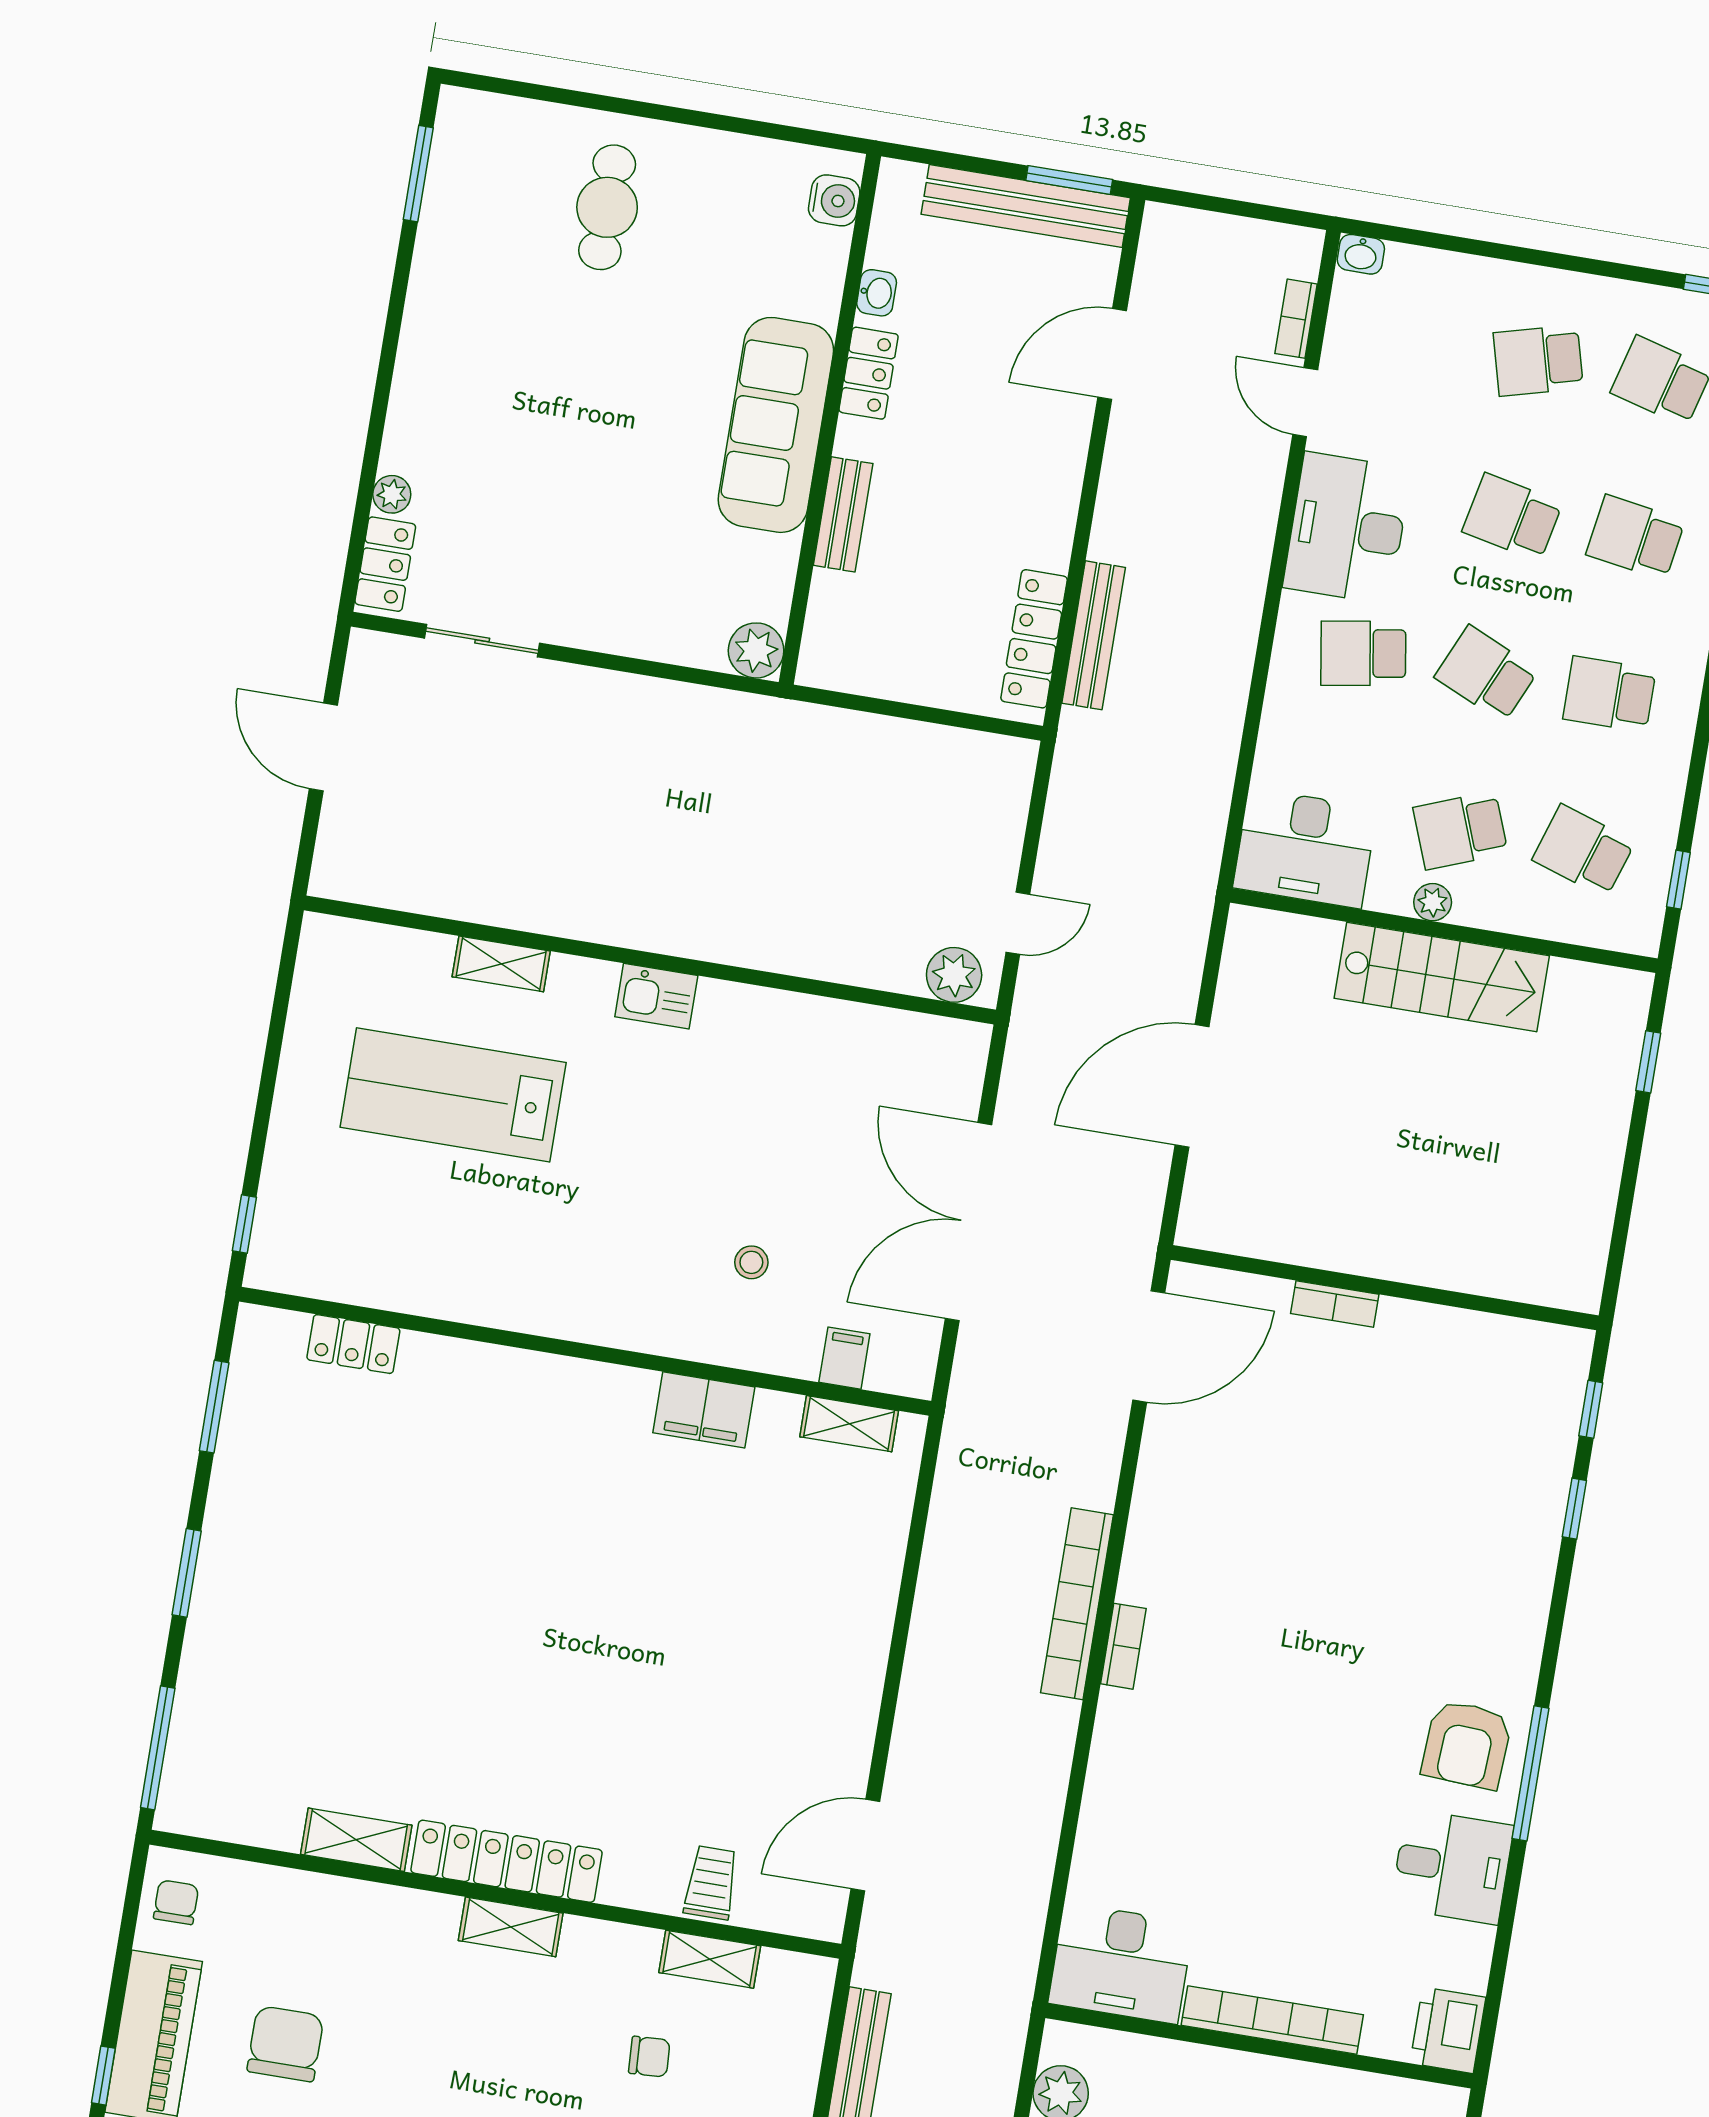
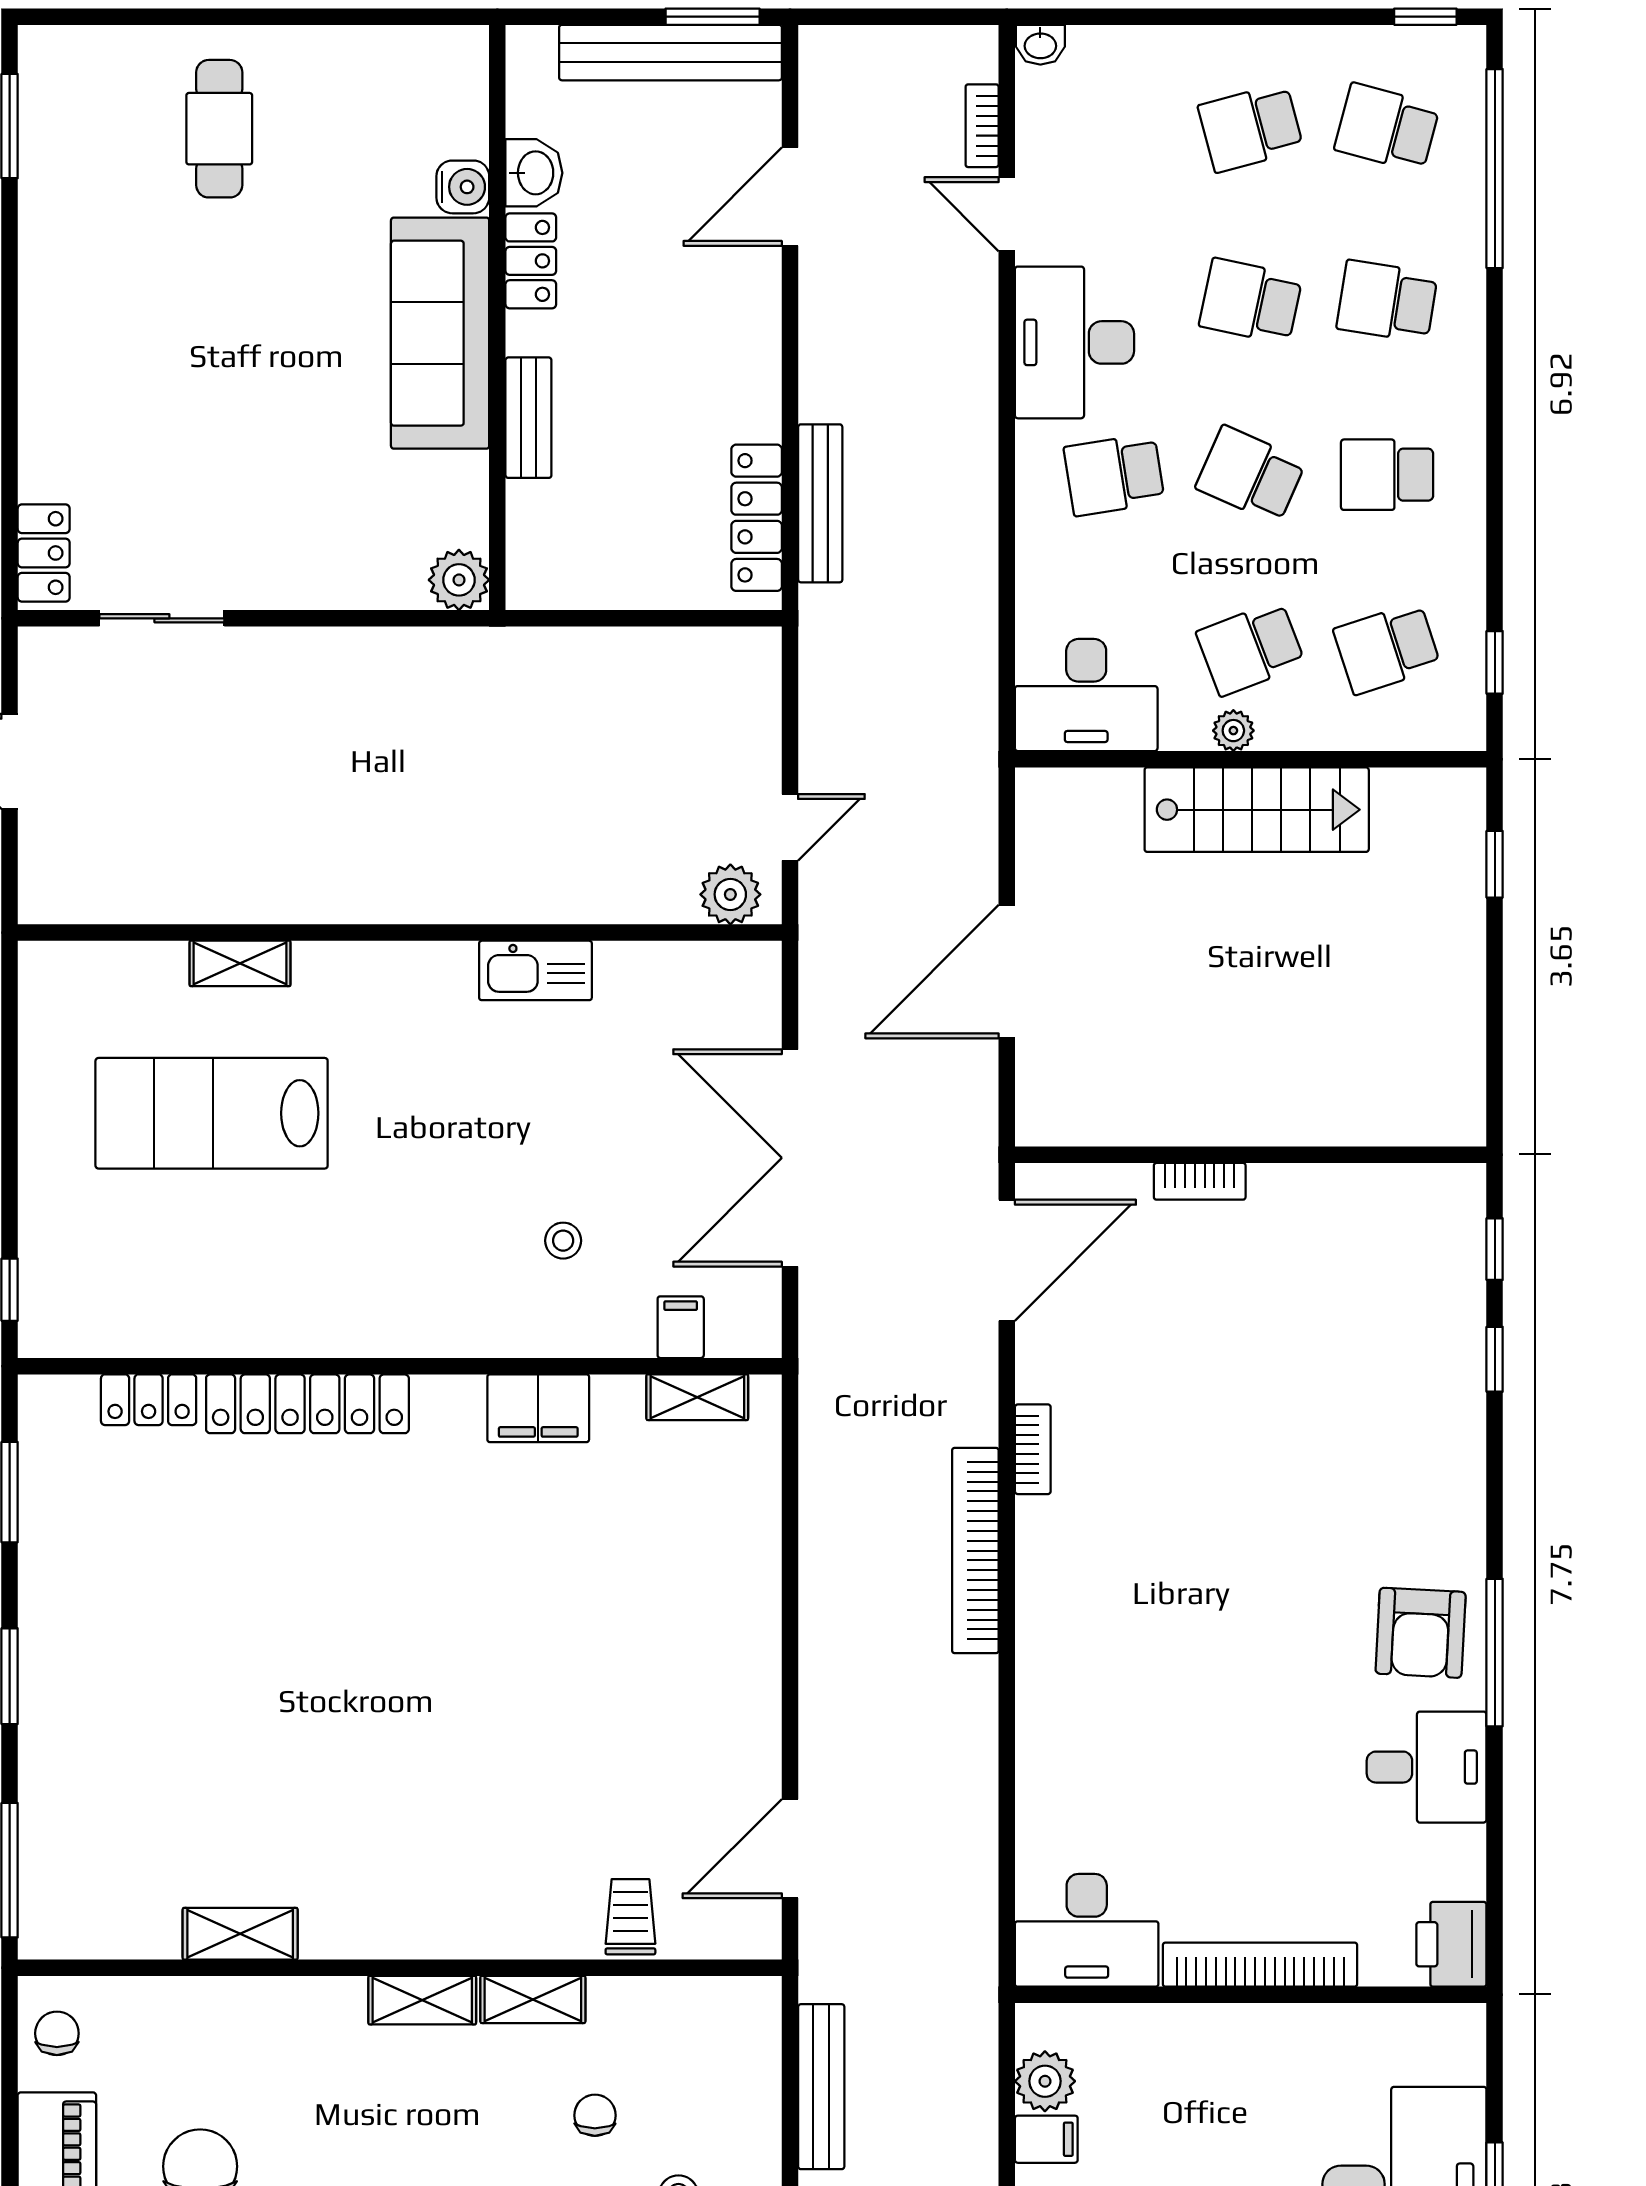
water cooler: (834, 200) -> (463, 187), moved
washbasin: (877, 293) -> (534, 173), width x1.38, depth x1.45
plant: (392, 494) -> (38, 477), removed
school desk: (1584, 851) -> (1387, 648), turned -36
kitchen sink: (656, 996) -> (535, 970), moved, width x1.38
bookcase: (1123, 1646) -> (1033, 1449), moved
locker: (507, 1861) -> (307, 1404), moved, turned 180
shelving: (710, 1959) -> (533, 1999), moved
chair: (649, 2057) -> (595, 2115), turned -87

